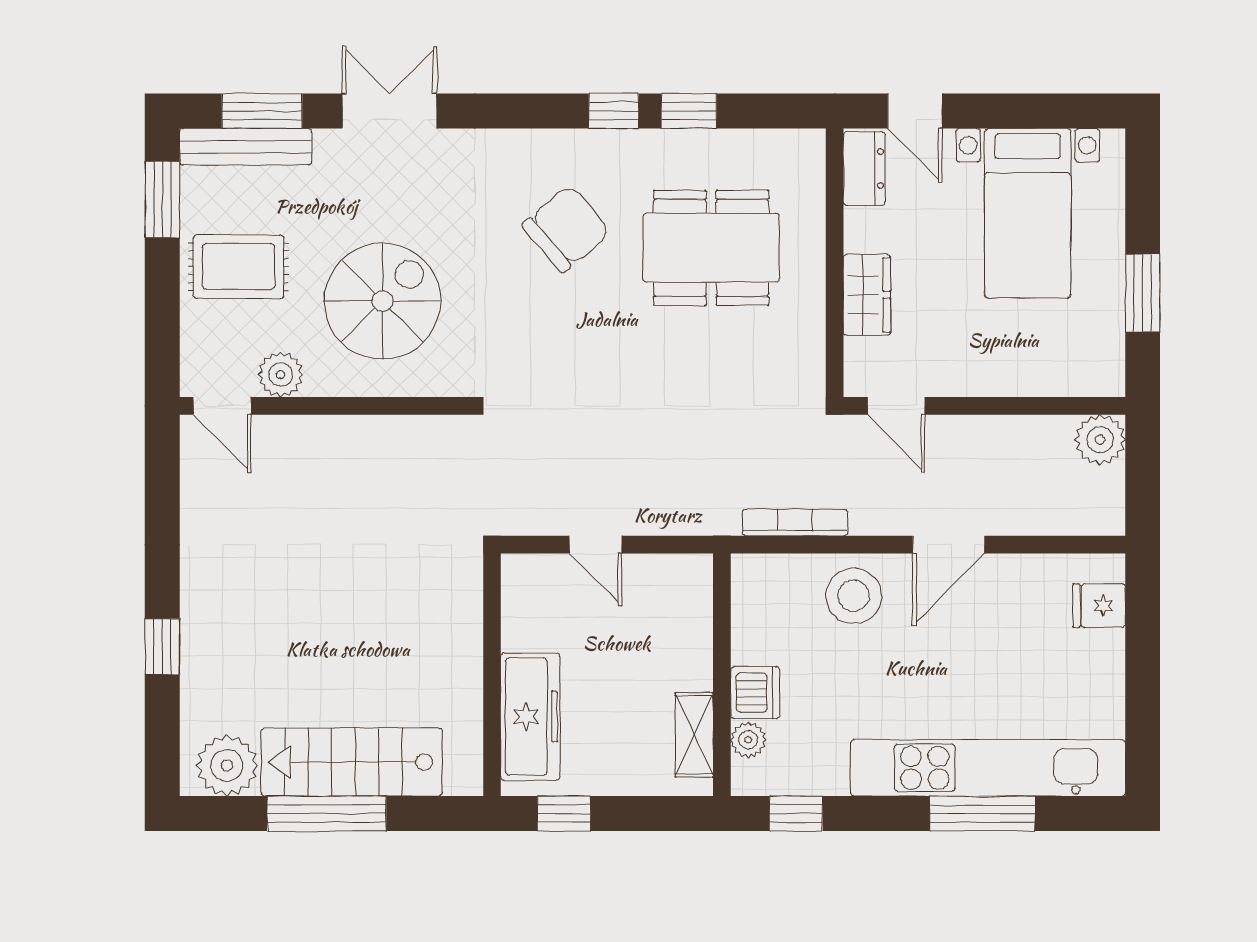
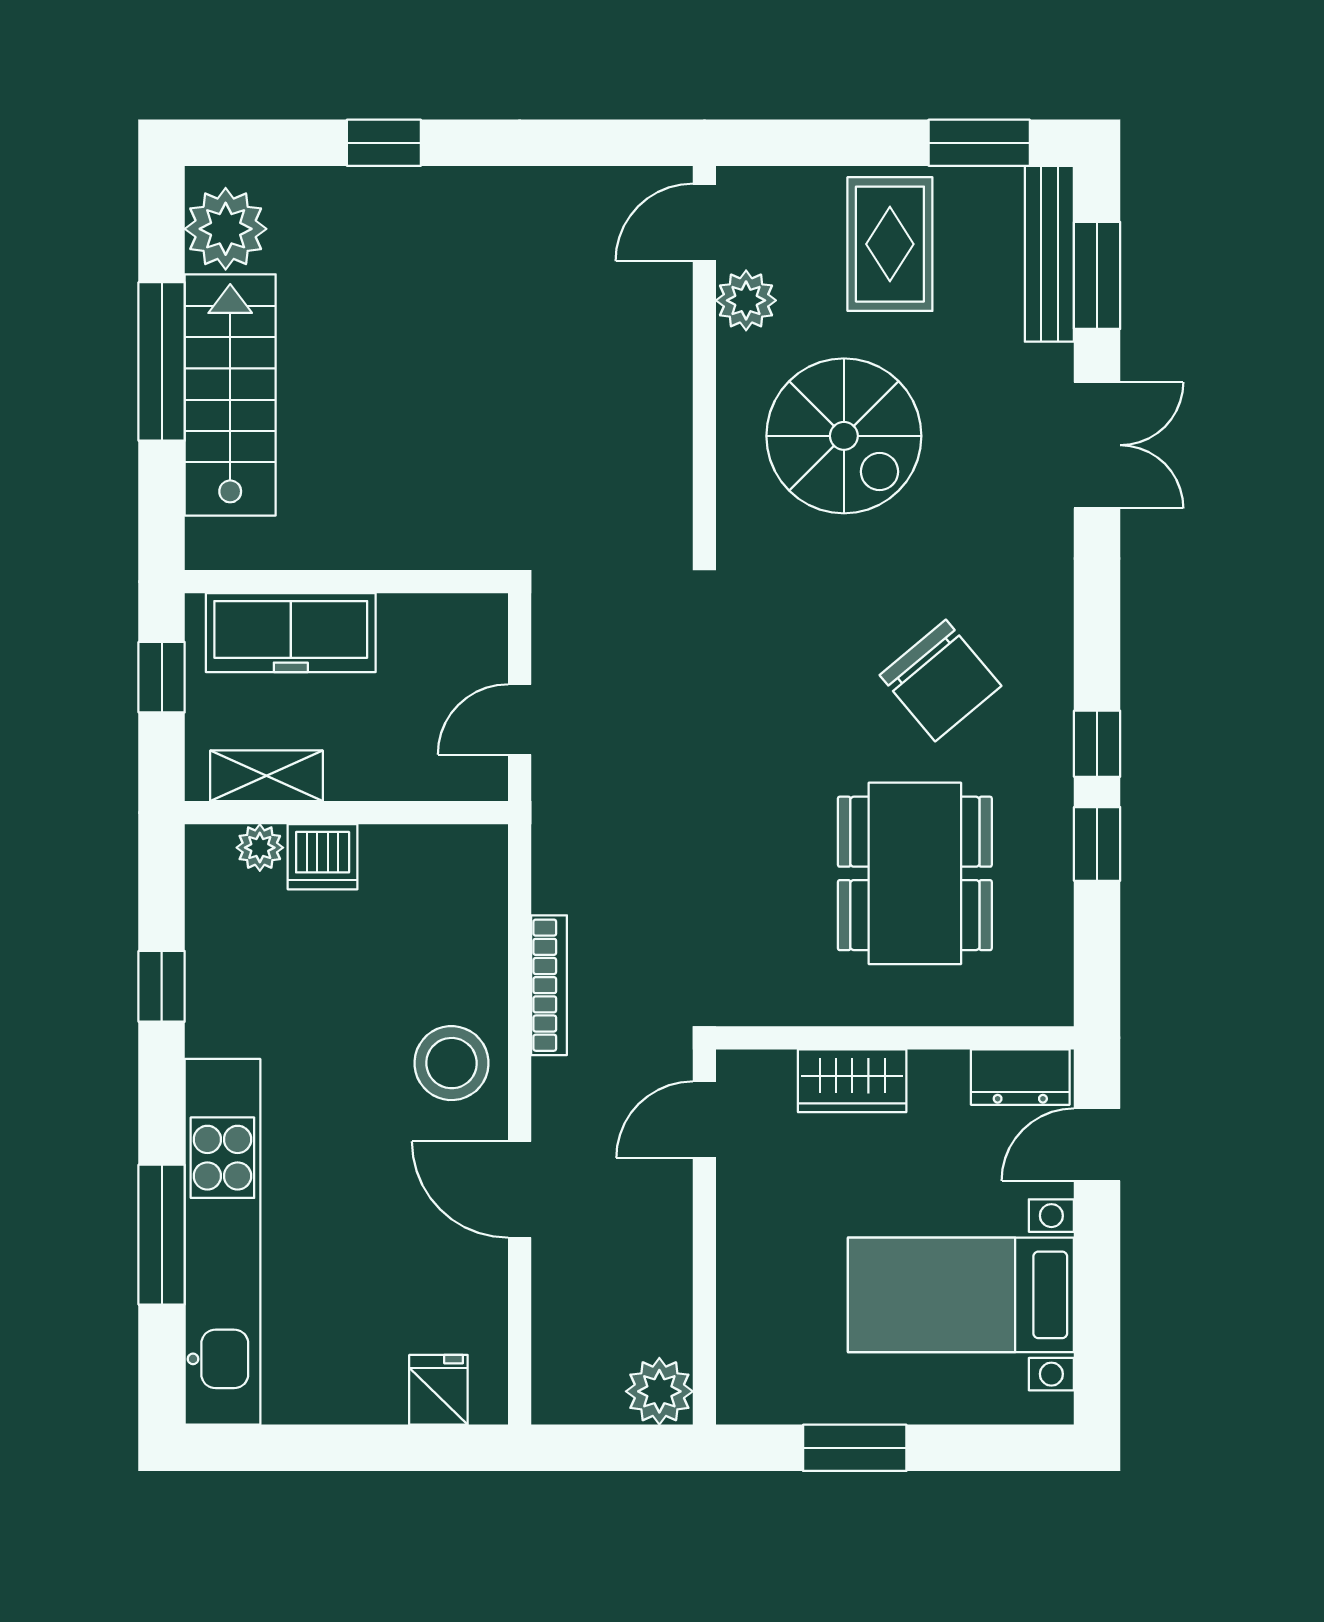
wall: (722, 675) -> (346, 813), moved
dishwasher: (755, 693) -> (323, 857), moved
shelving: (694, 735) -> (266, 776), moved
plant: (748, 740) -> (260, 848), moved

